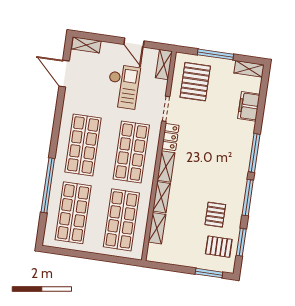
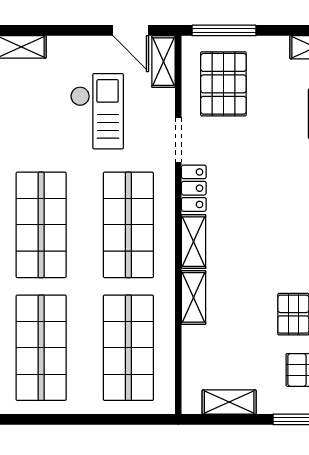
door: (134, 43) -> (131, 30), moved
window: (215, 54) -> (224, 30), moved
shelving: (157, 228) -> (229, 402), moved, turned 90

